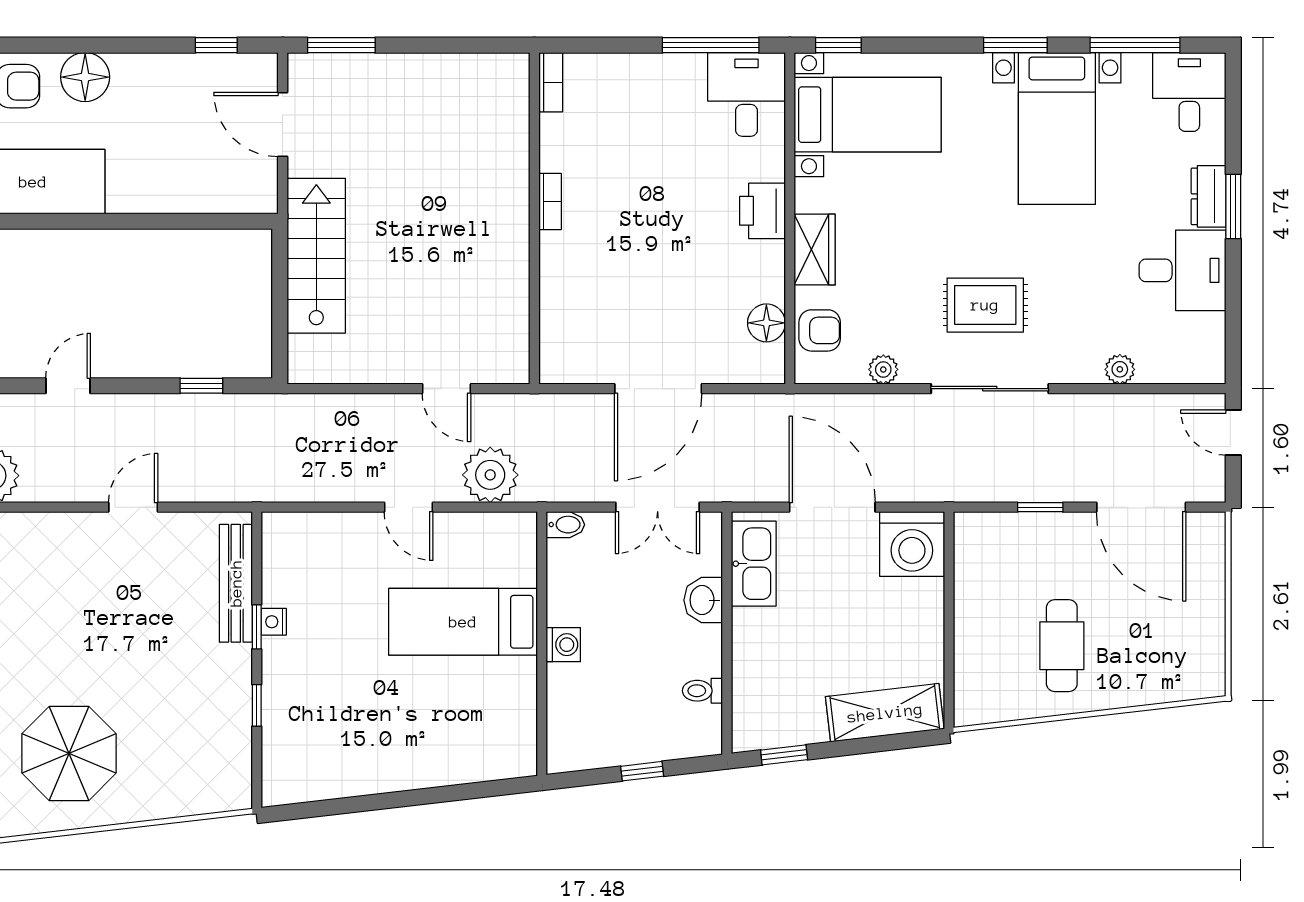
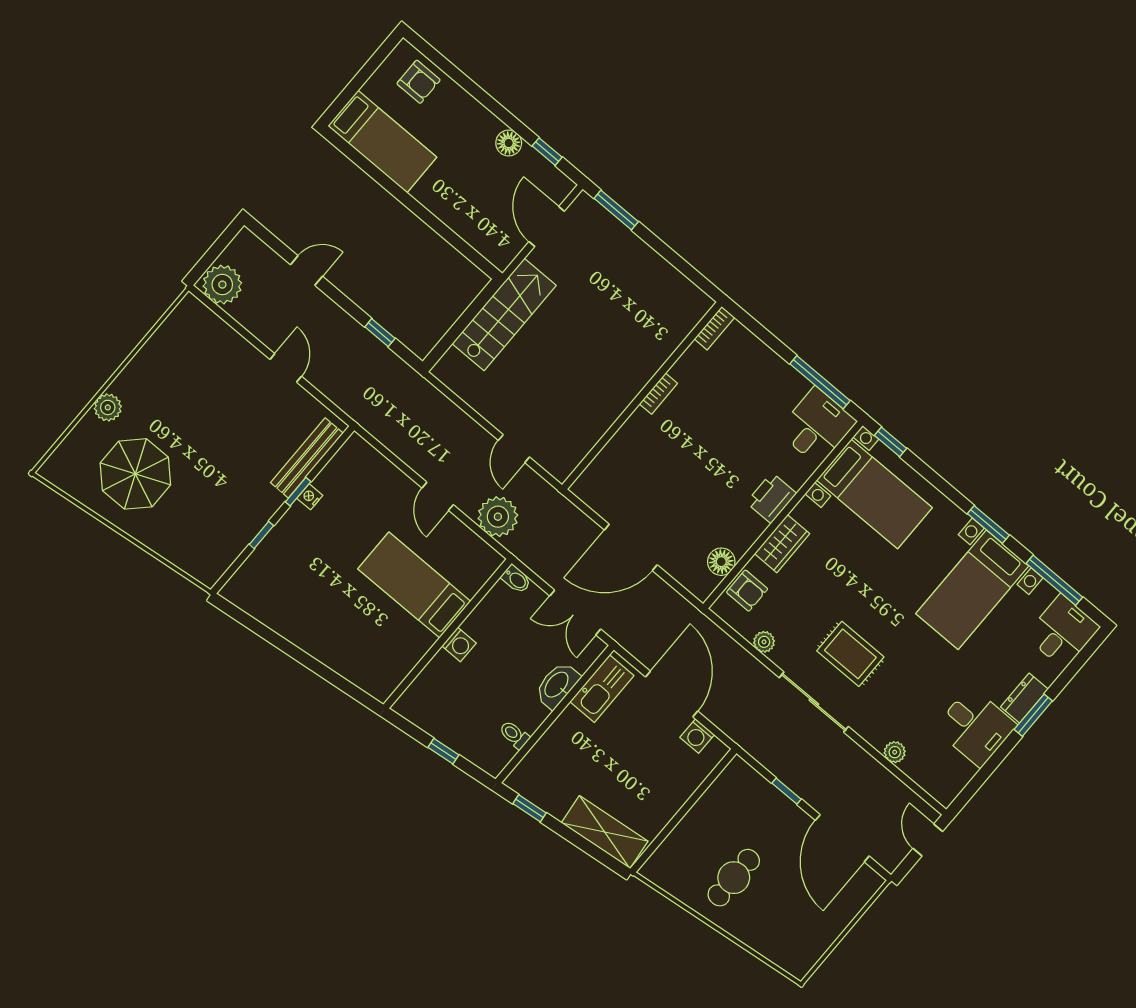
floor lamp: (85, 77) -> (509, 143), moved, width x0.73, depth x0.73
door: (133, 507) -> (286, 368), hinge flipped
washing machine: (912, 544) -> (697, 736), width x0.53, depth x0.53
washbasin: (703, 600) -> (557, 685), width x1.38

